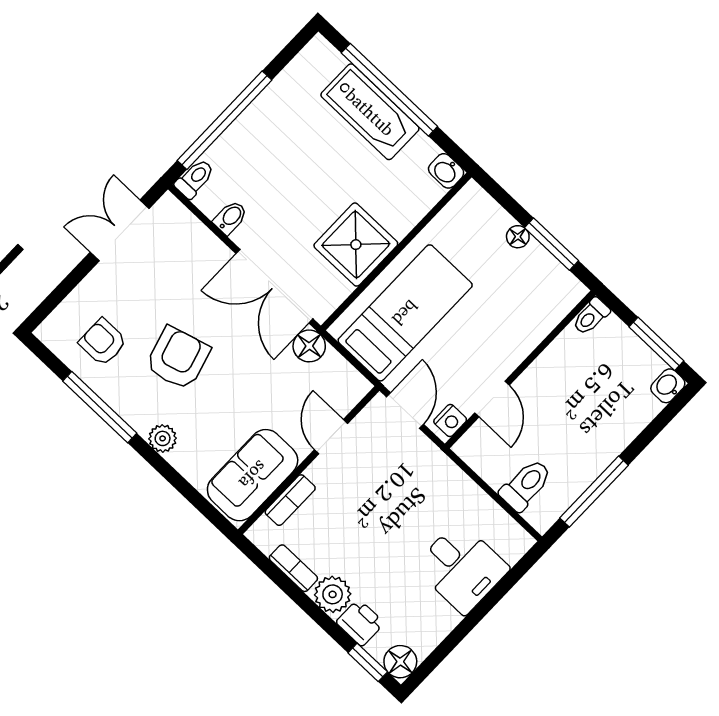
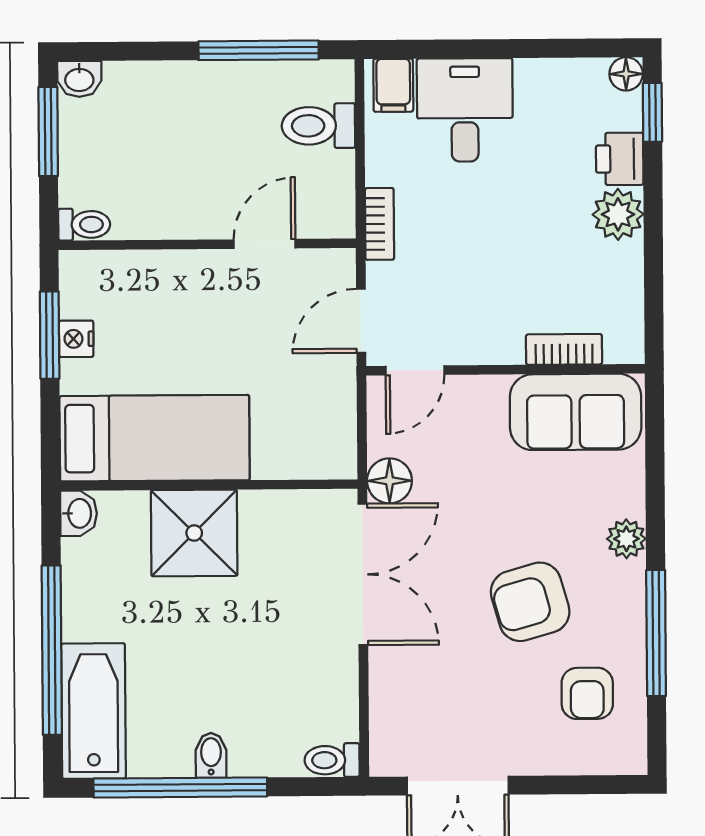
bathtub: (370, 112) -> (94, 711), moved
window: (225, 120) -> (180, 788), moved
bidet: (230, 217) -> (211, 755), moved, turned 90
floor lamp: (518, 237) -> (75, 376), removed
shower: (356, 245) -> (194, 533), moved
bed: (405, 313) -> (155, 438), moved, turned 180
nightstand: (450, 420) -> (76, 339), moved, turned -90
door: (331, 437) -> (415, 370), moved
filing cabinet: (510, 543) -> (393, 85), added
bookcase: (293, 568) -> (380, 224), moved, turned 180
floor lamp: (400, 662) -> (626, 74), width x0.73, depth x0.73

